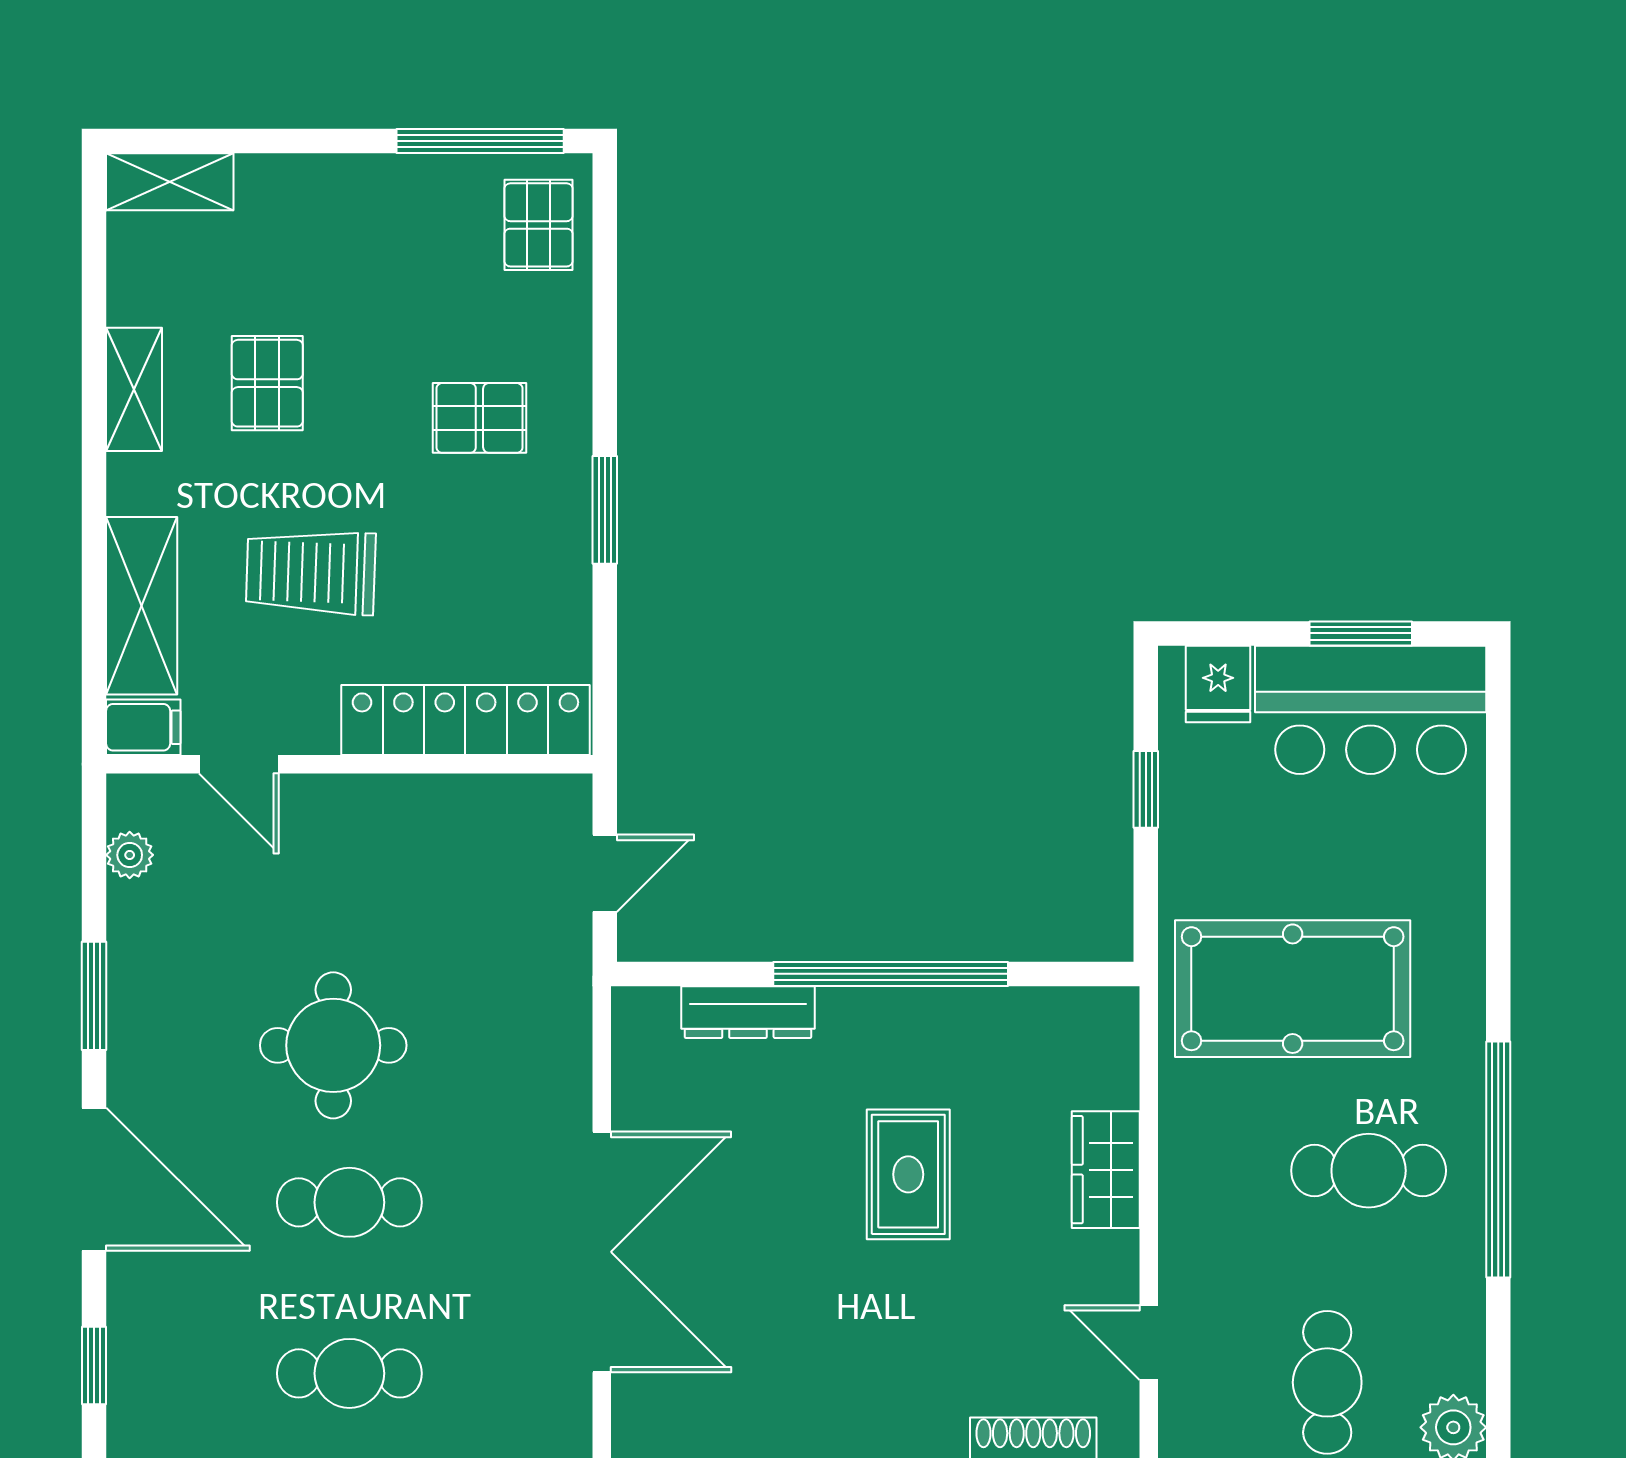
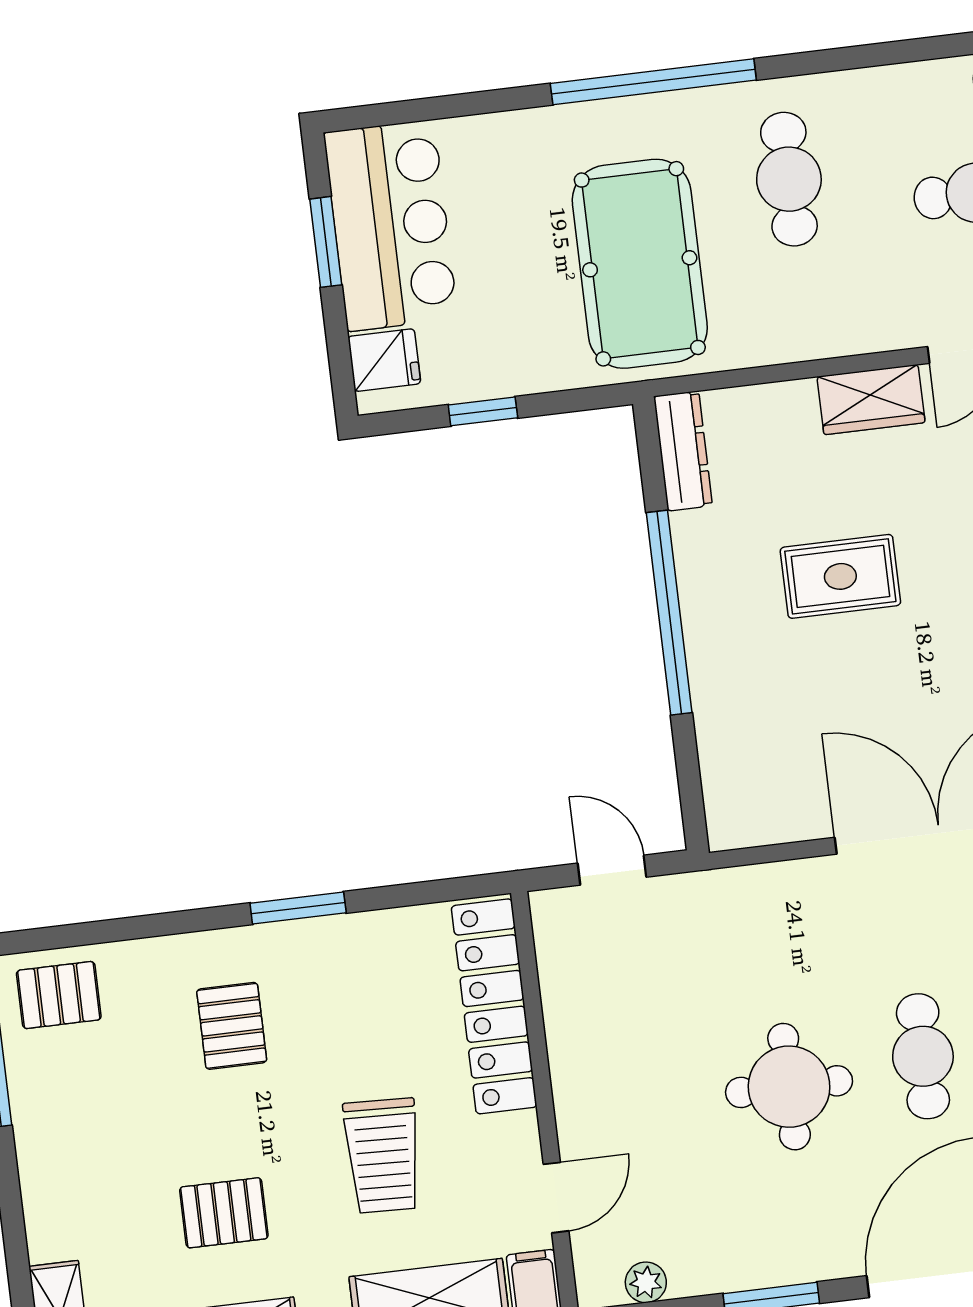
dresser: (748, 1012) -> (683, 451), moved
window: (1498, 1159) -> (653, 82), moved
wardrobe: (1106, 1170) -> (871, 400), moved

